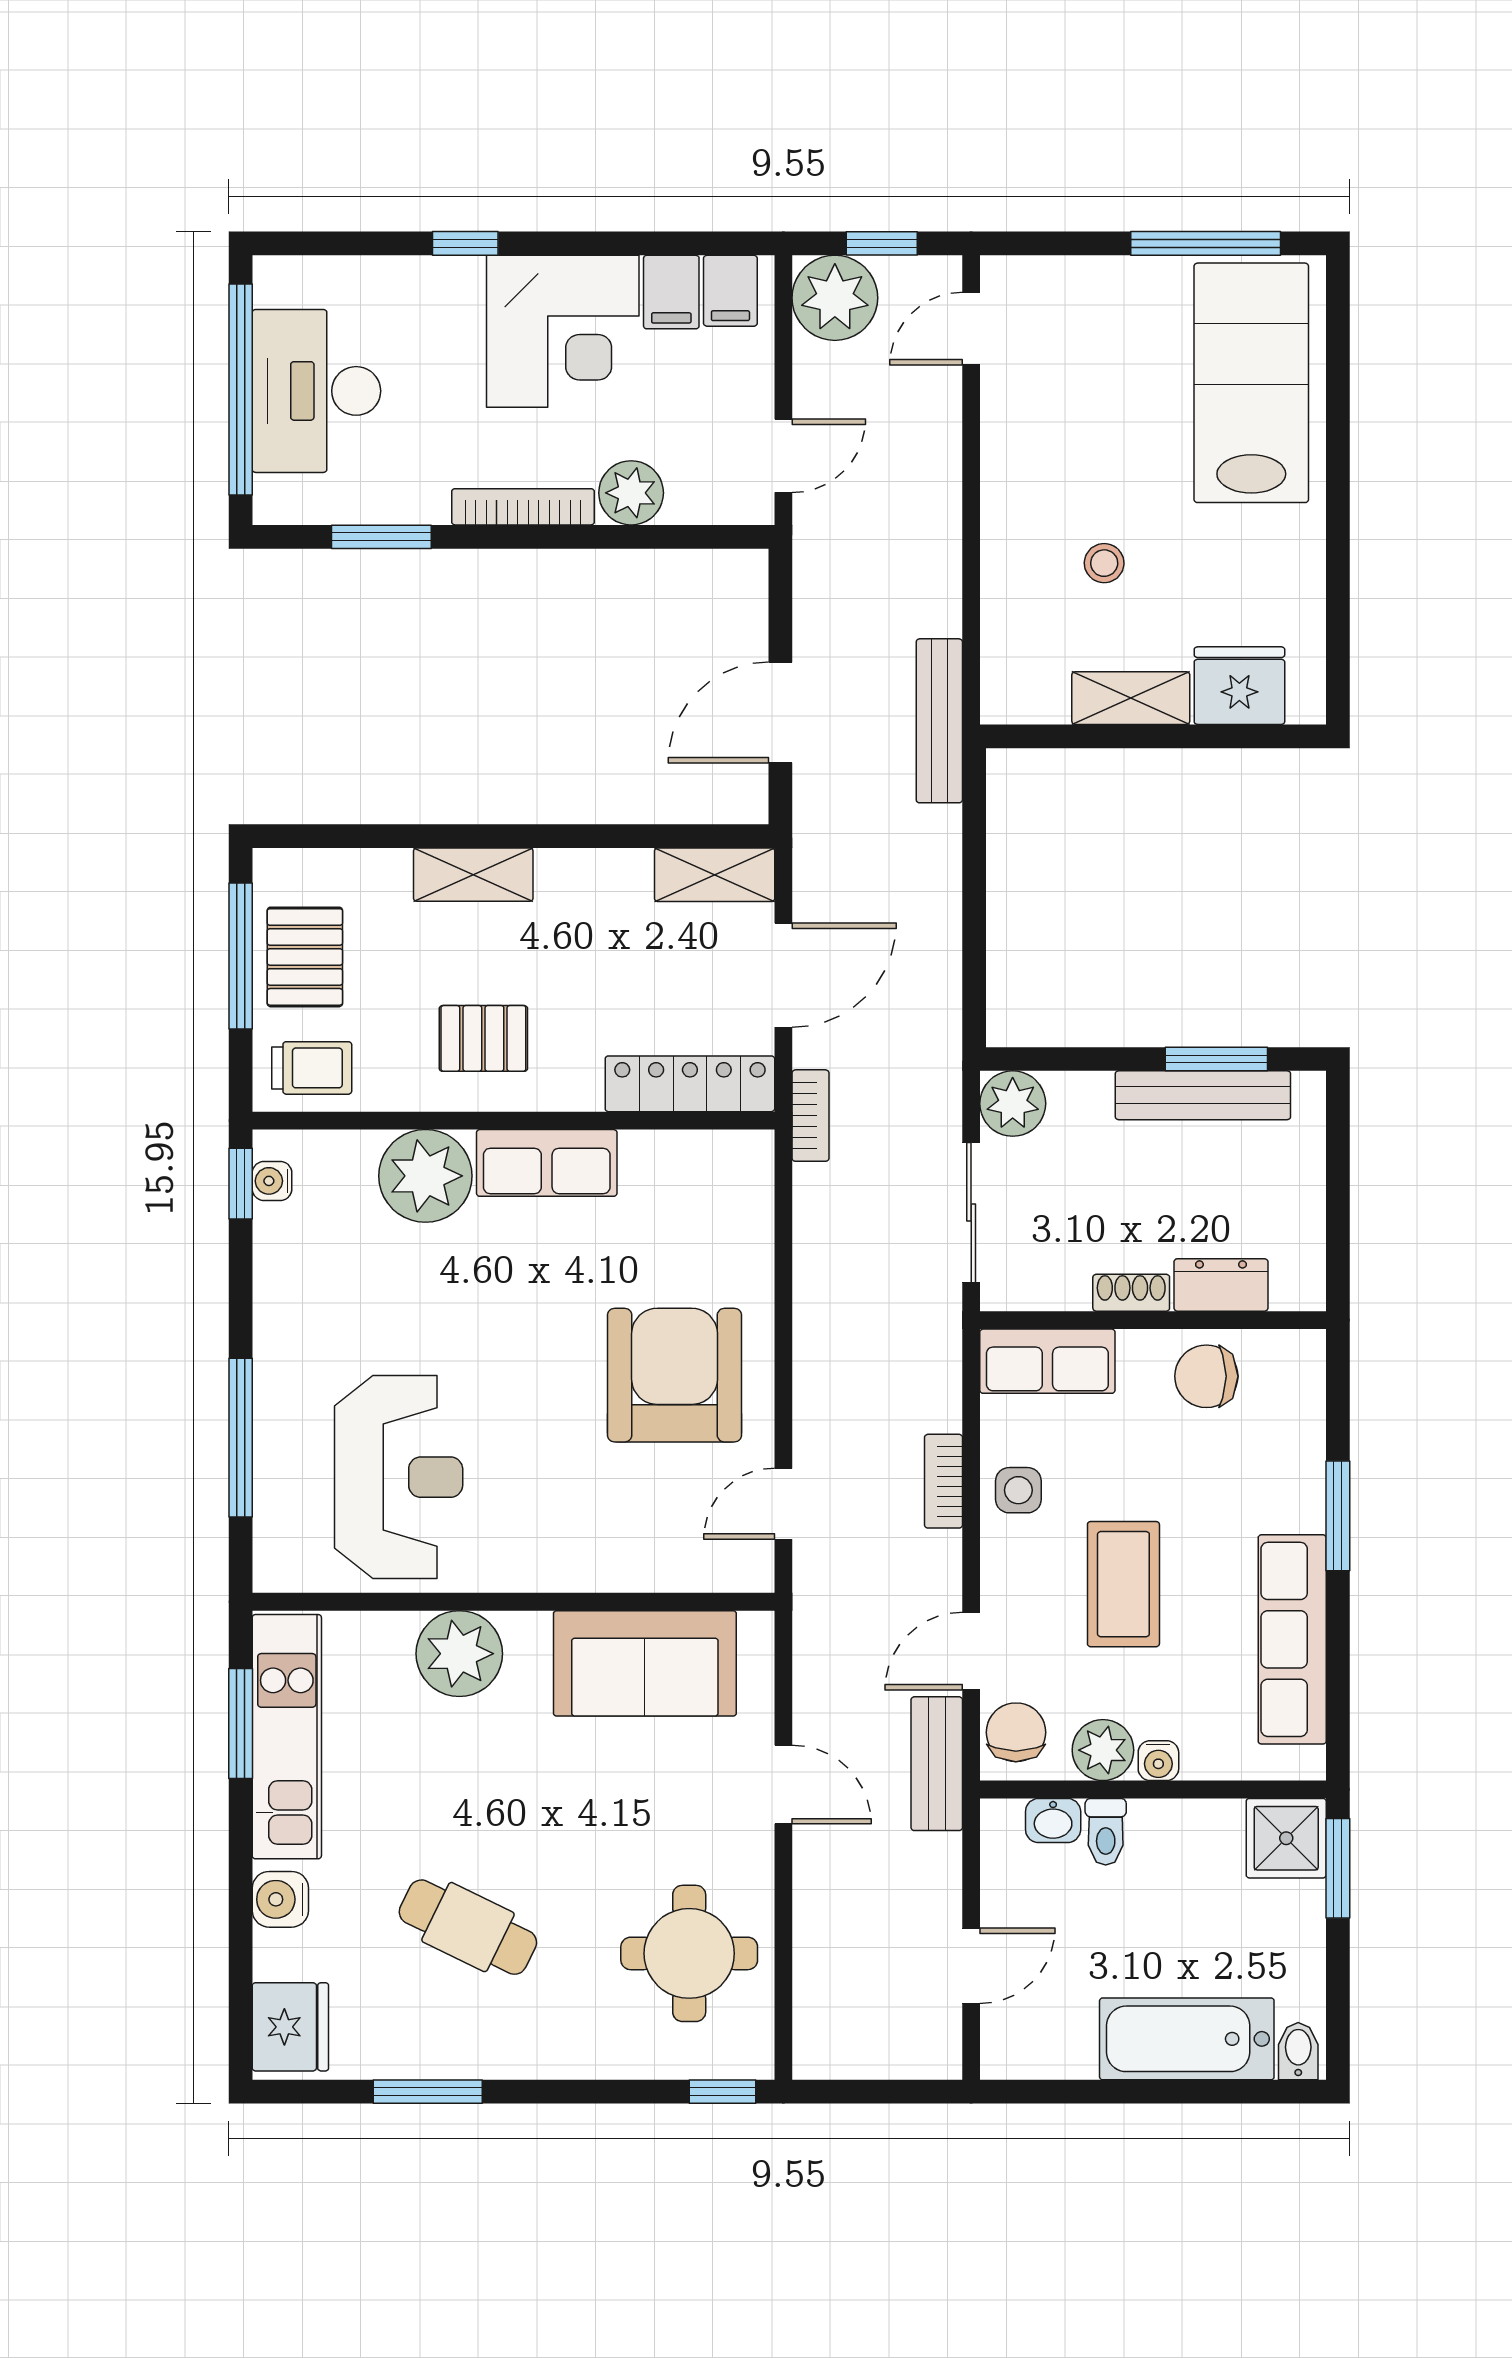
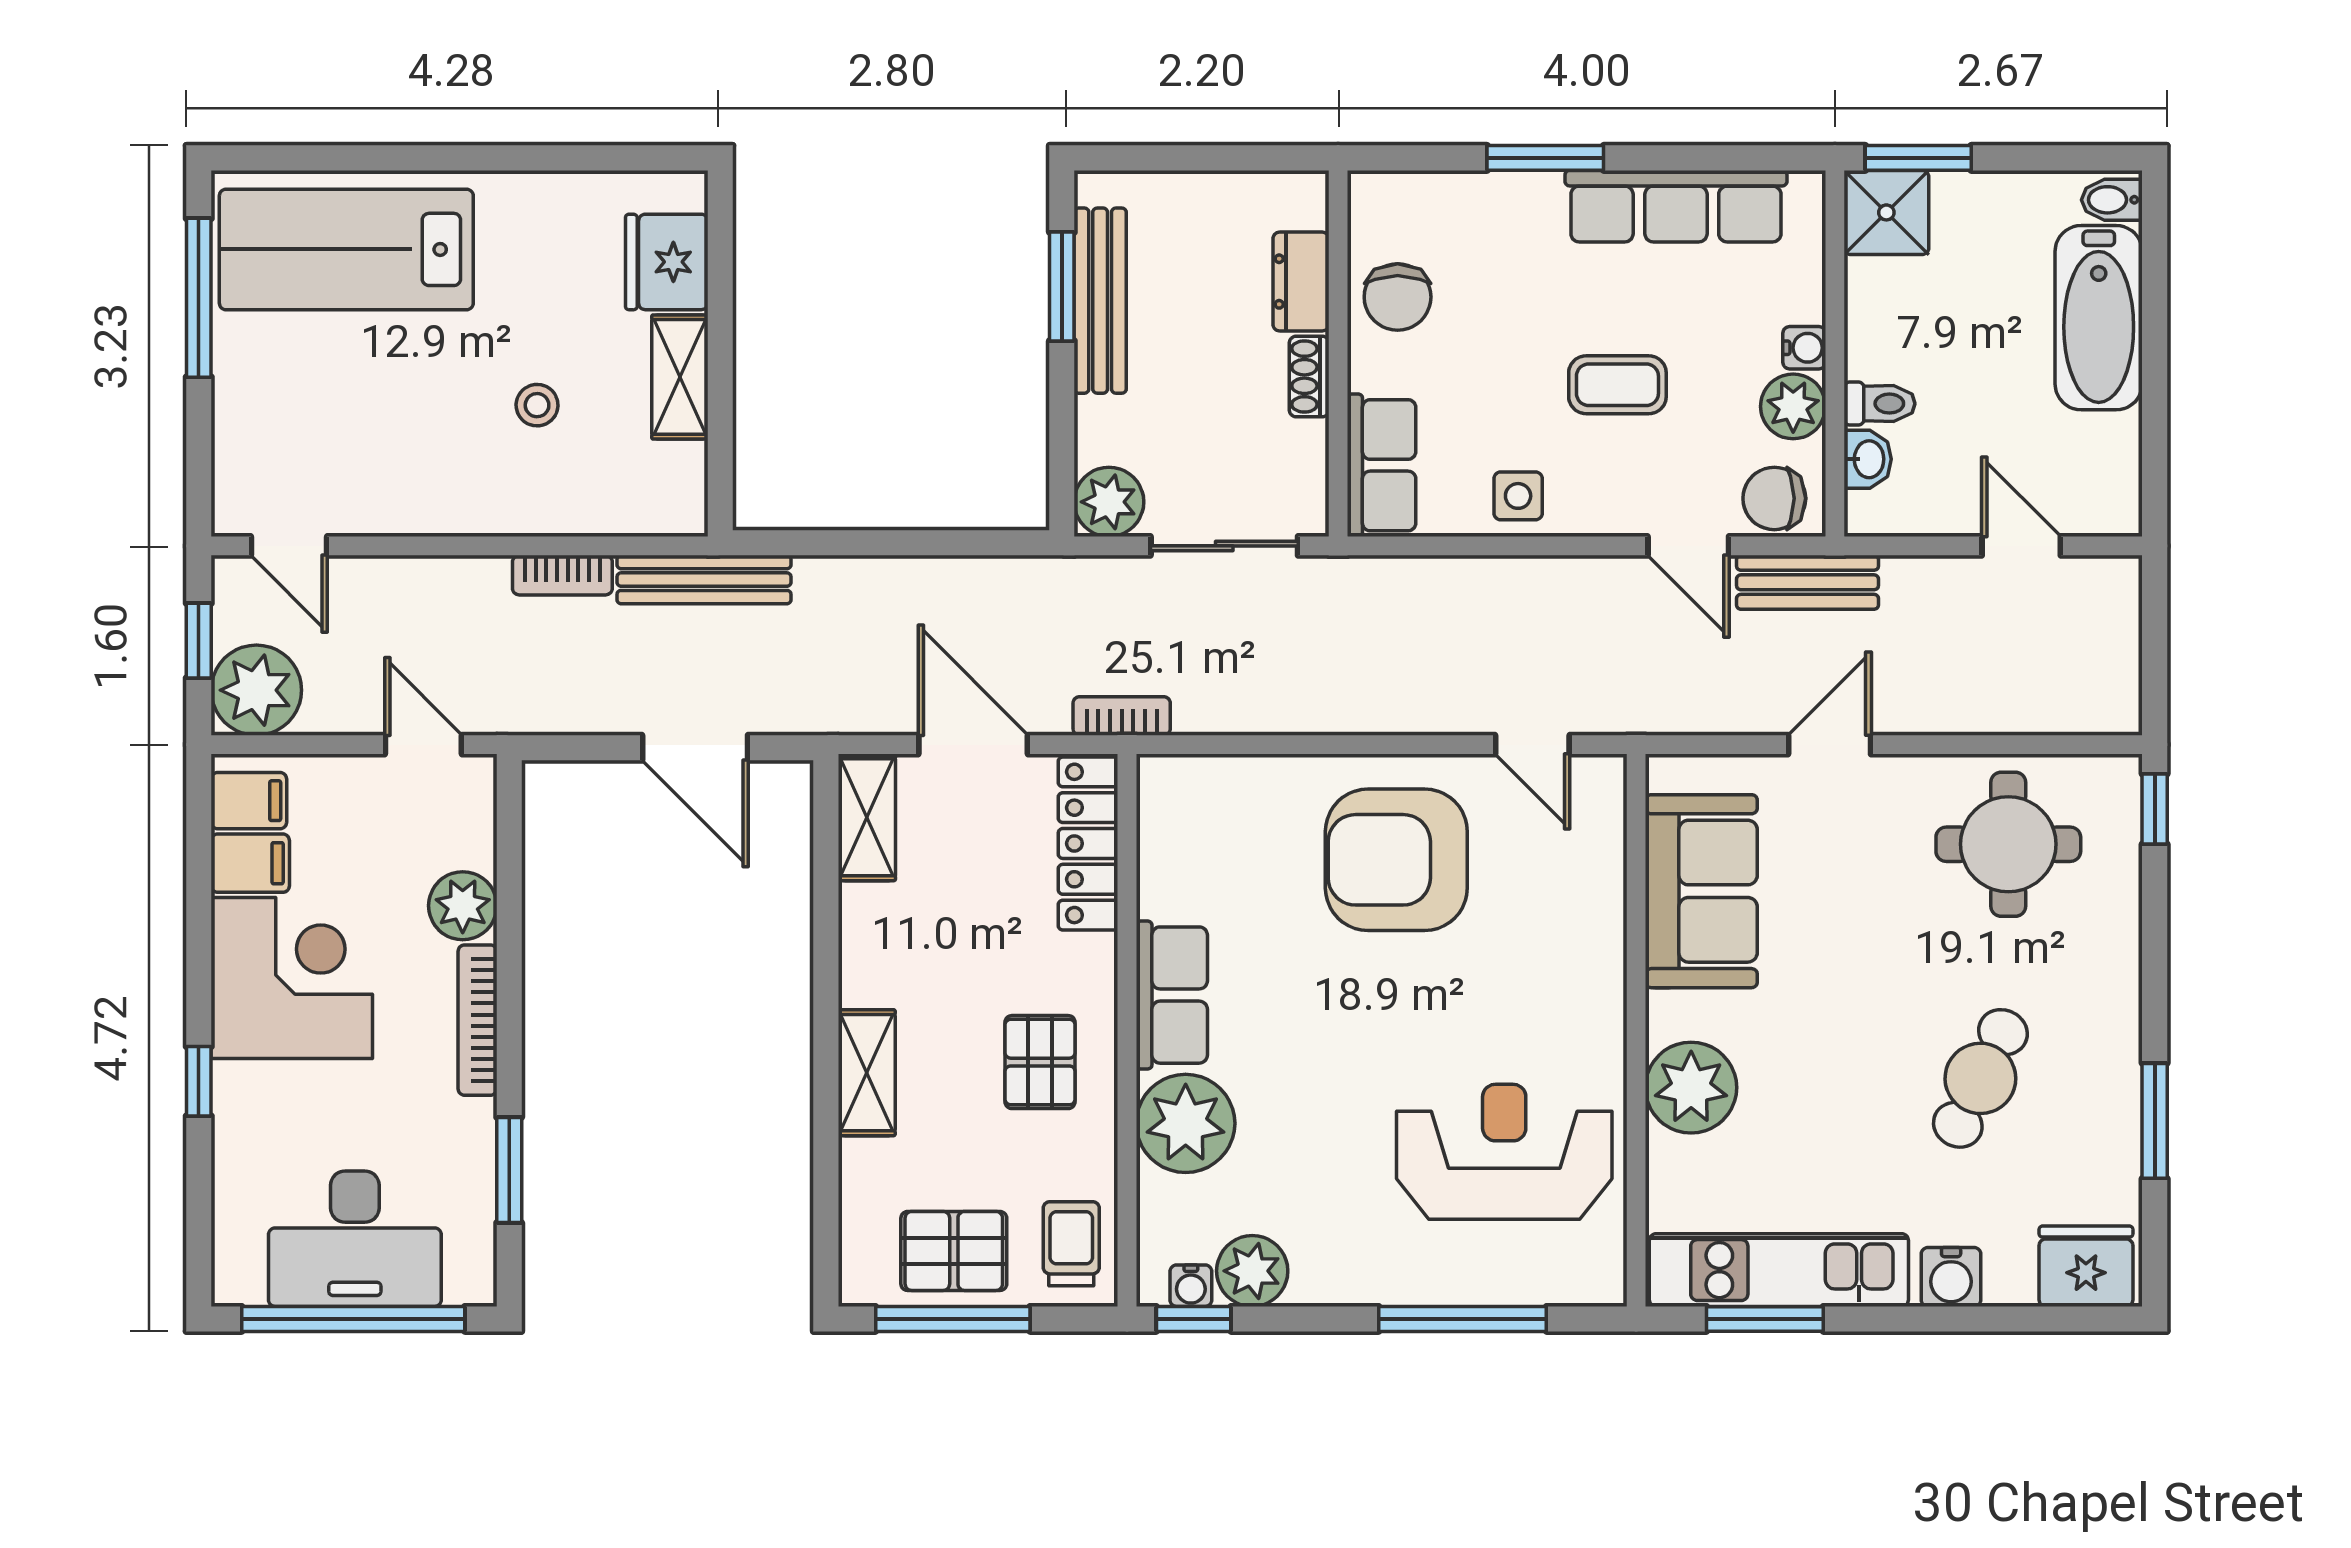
plant: (286, 1239) -> (1252, 1271), added
bookcase: (944, 1481) -> (562, 575), moved
coffee table: (1123, 1584) -> (1617, 385), width x0.73, depth x0.77

